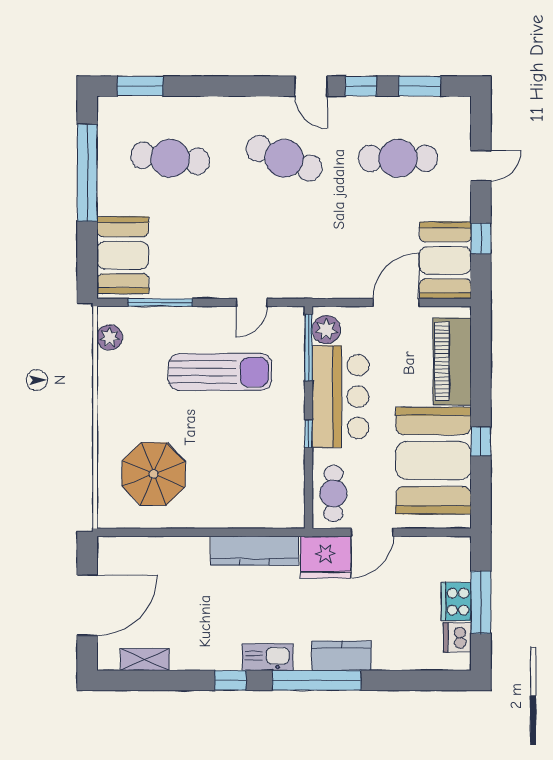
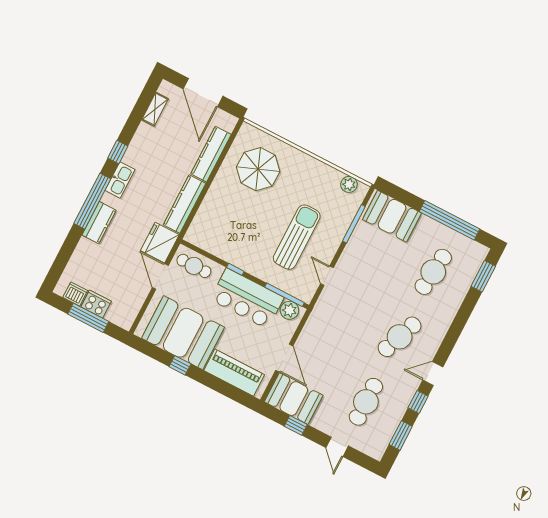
sun lounger: (220, 372) -> (297, 237), turned 180
kitchen counter: (167, 550) -> (211, 154), added

